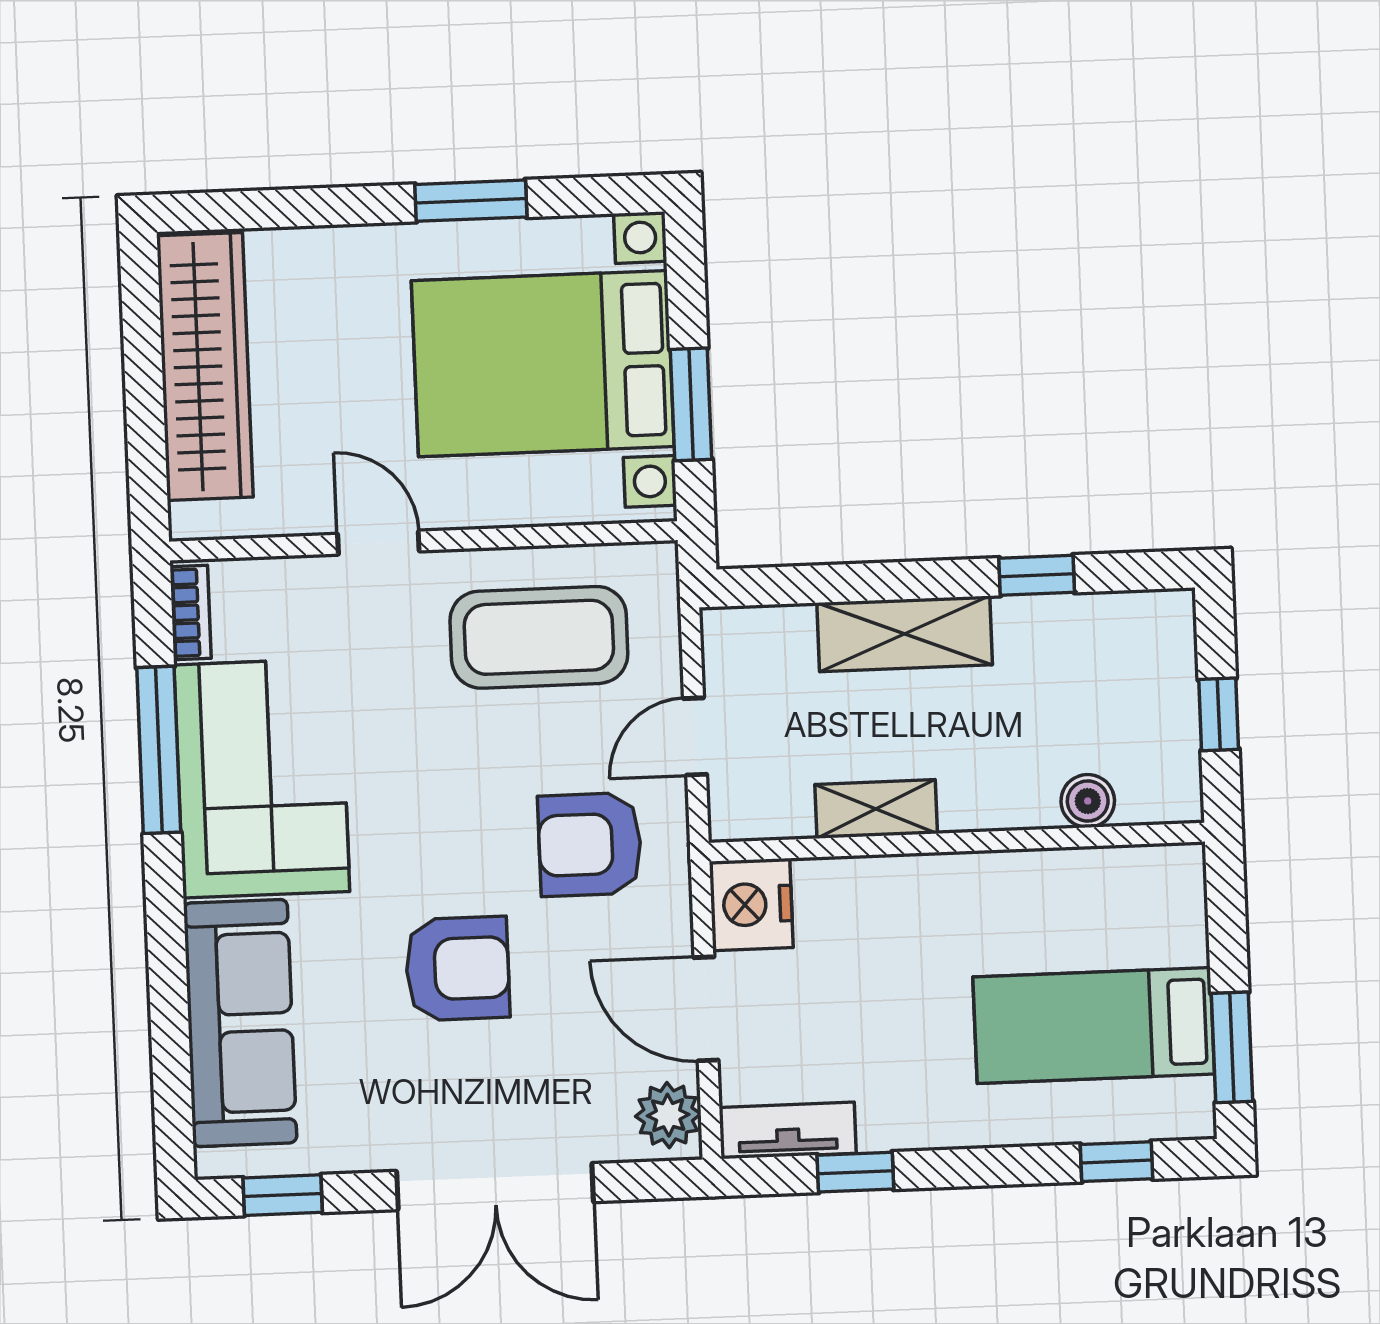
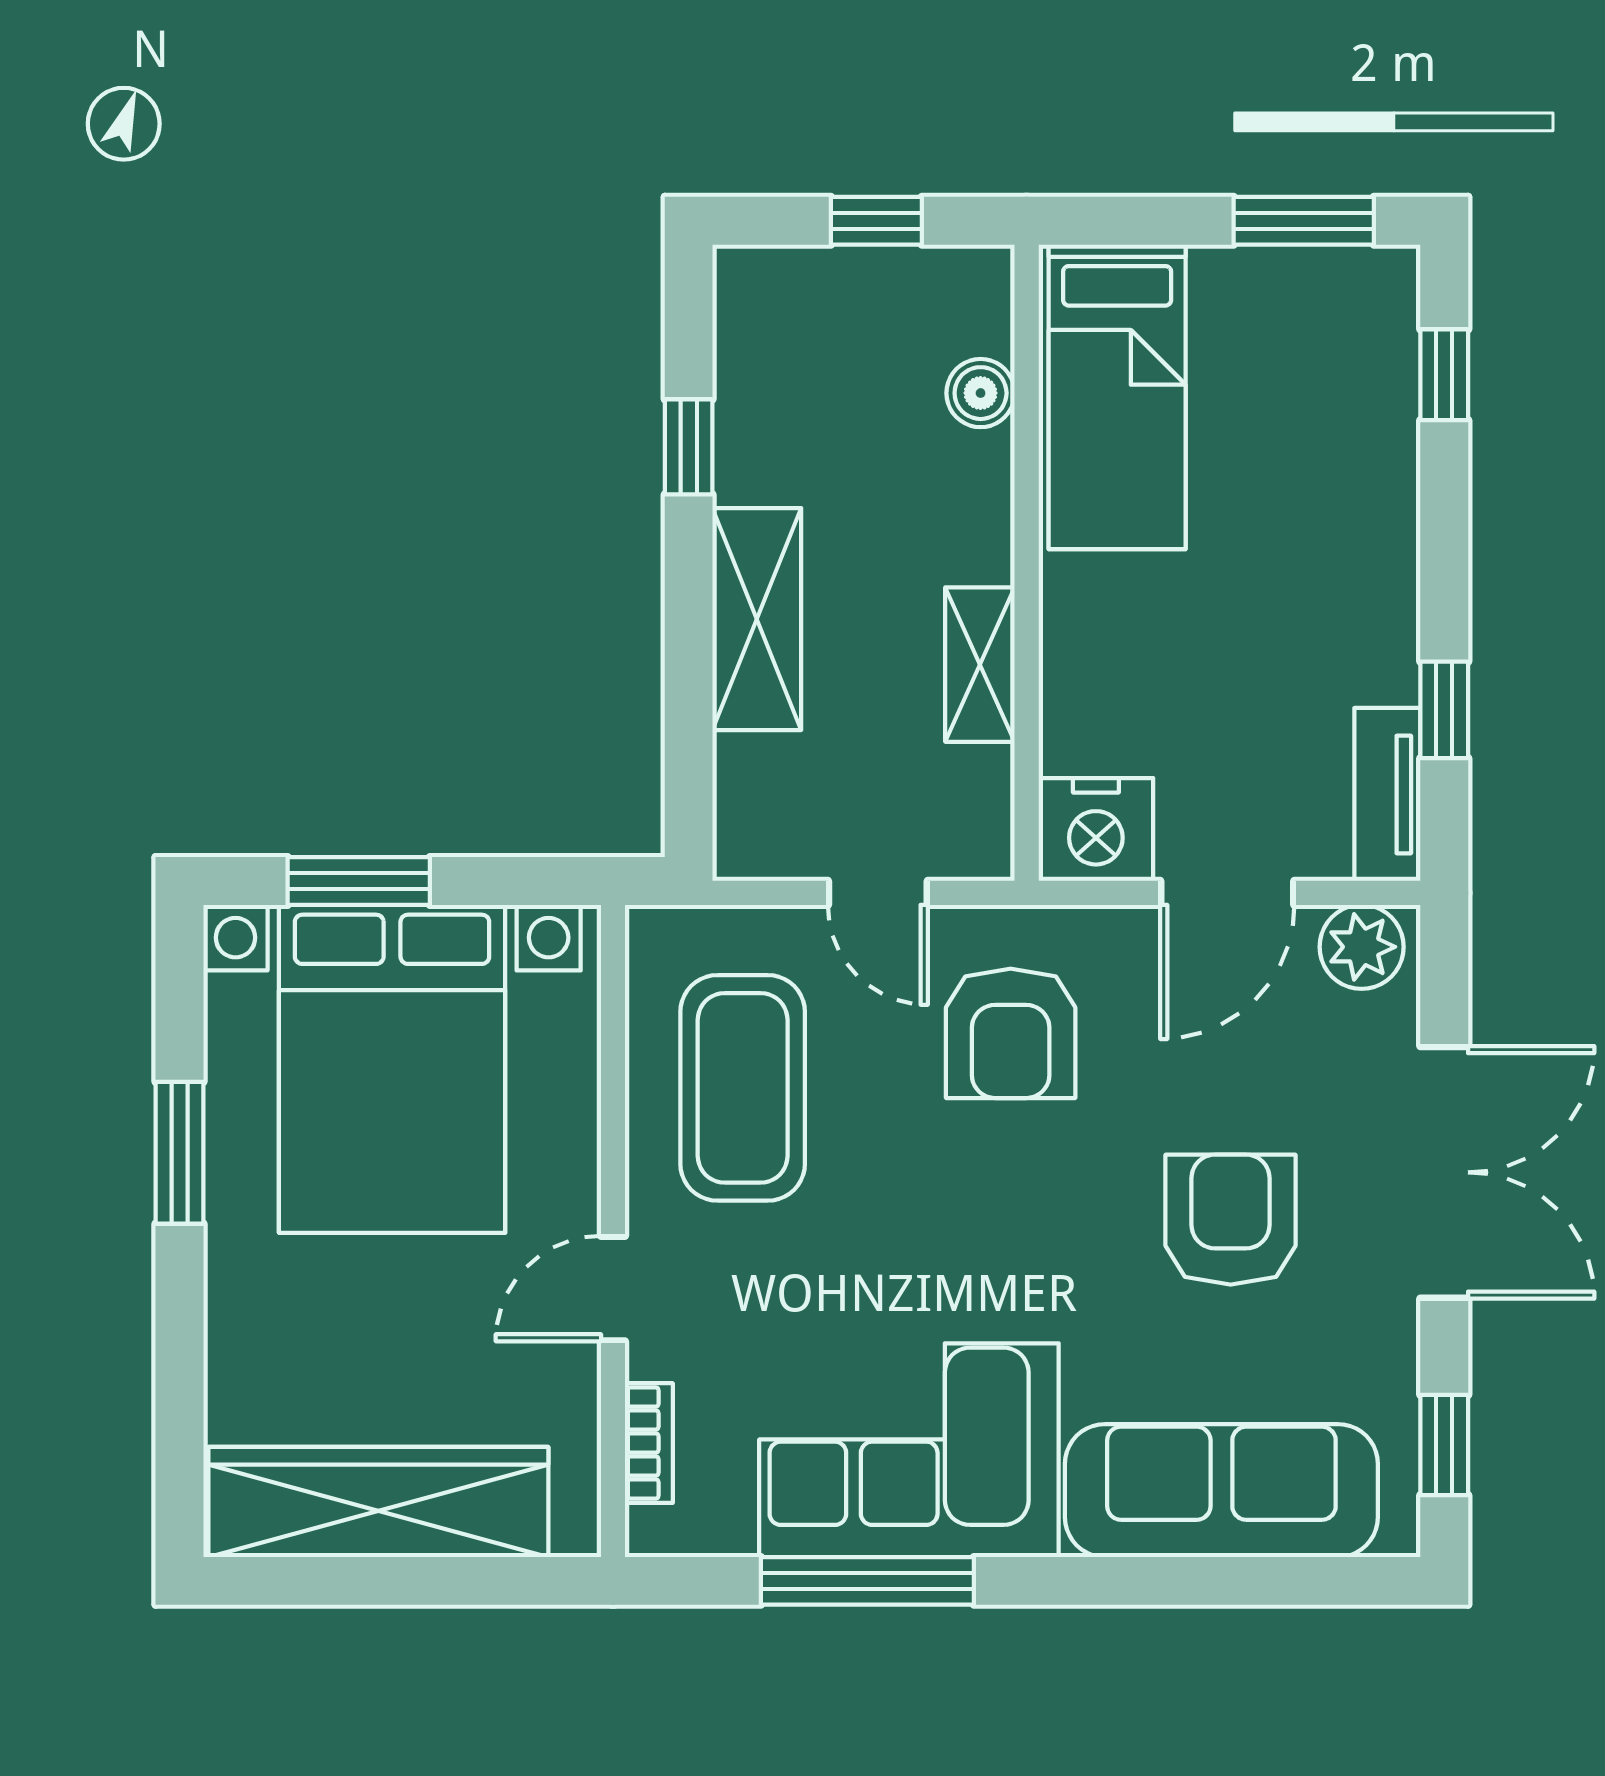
window: (691, 404) -> (359, 881), moved
bookcase: (190, 613) -> (649, 1443), moved, turned 90
armchair: (457, 969) -> (1231, 1220), moved
bed: (1094, 1025) -> (1117, 397), moved

